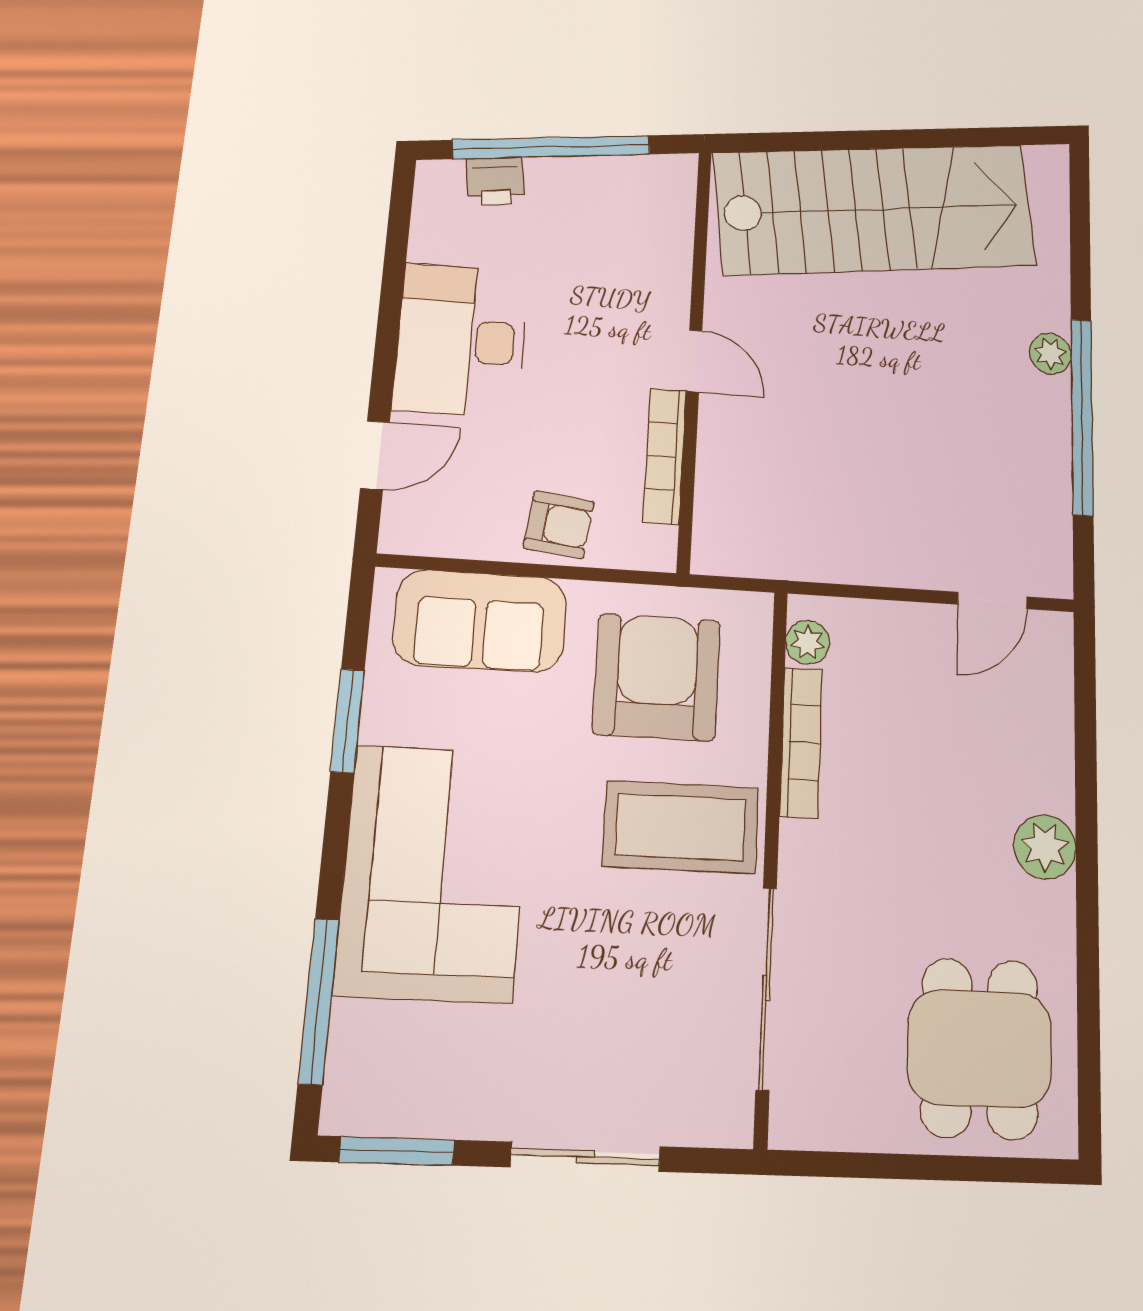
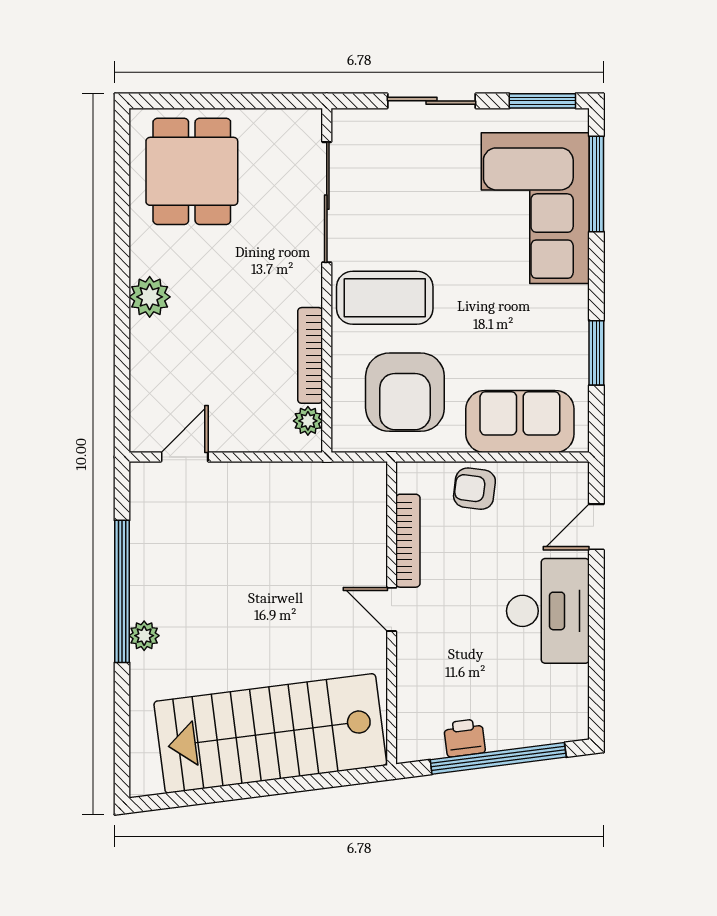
printer: (495, 181) -> (464, 738), moved
corner sofa: (434, 873) -> (535, 208), moved

